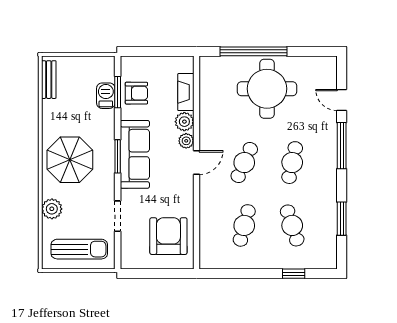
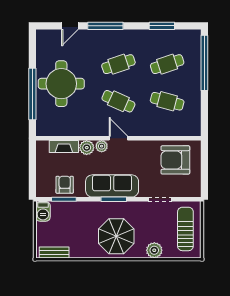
barbecue: (106, 96) -> (43, 211), moved, turned -90
cafe table: (292, 163) -> (118, 64), turned -30
window: (294, 274) -> (204, 63), width x3.17

